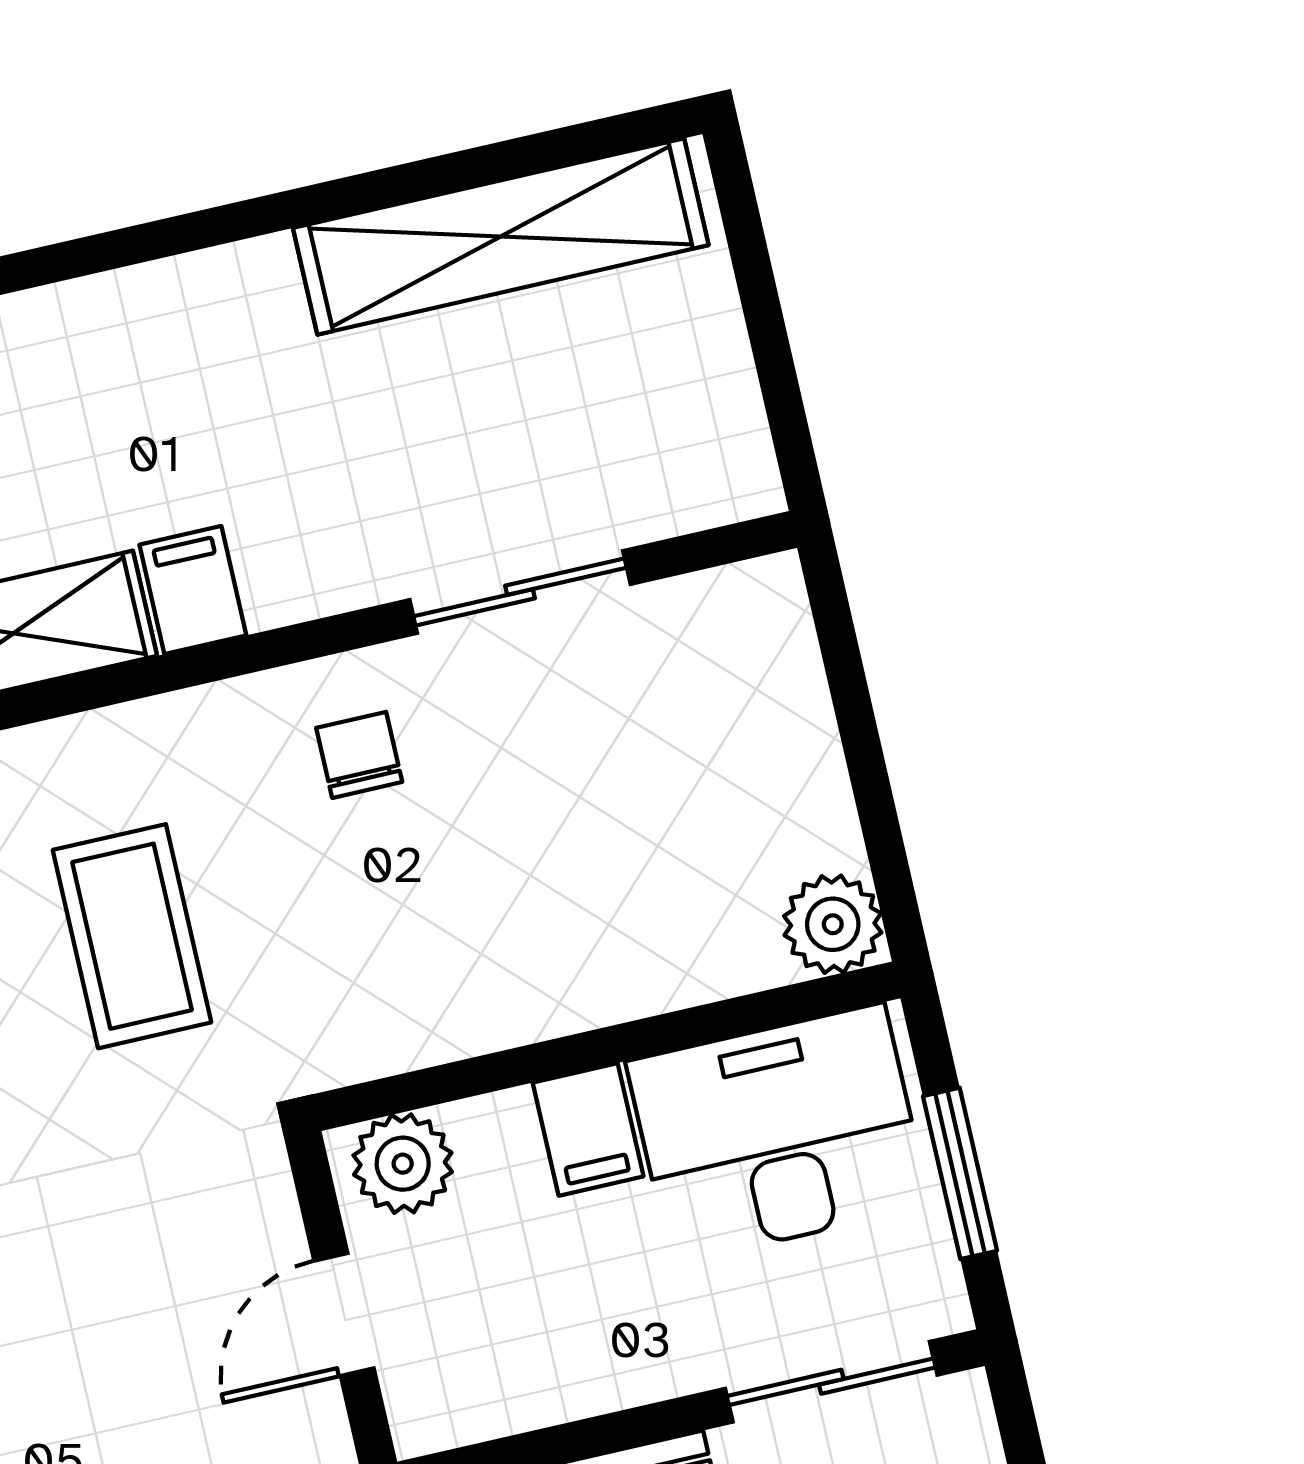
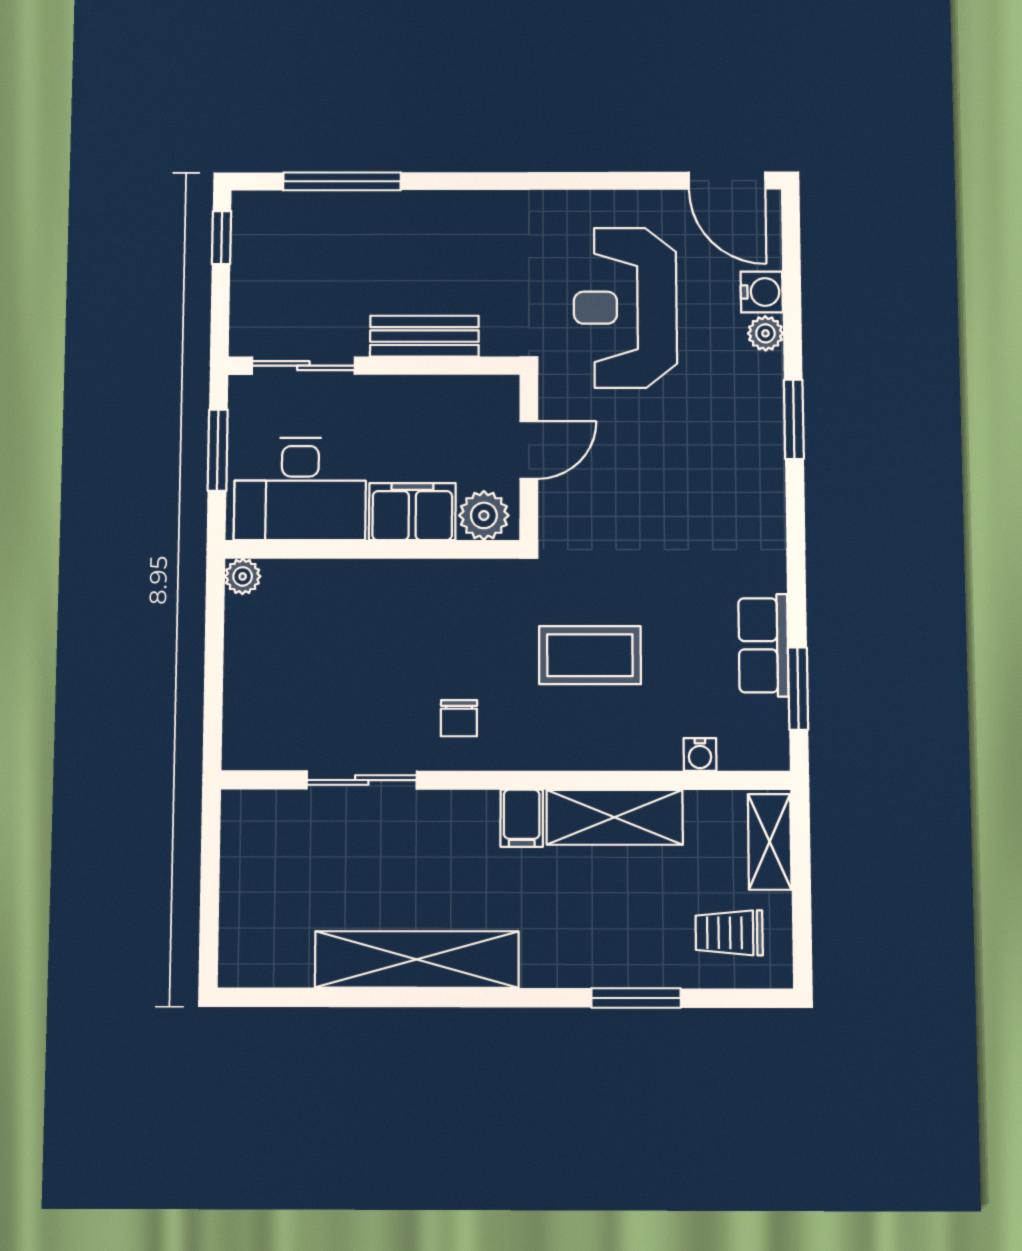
shelving: (501, 237) -> (417, 959), moved
plant: (833, 924) -> (243, 576), width x0.73, depth x0.73
coffee table: (132, 936) -> (590, 655), turned 90
filing cabinet: (588, 1129) -> (412, 512), width x2.00

